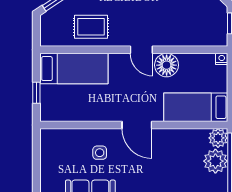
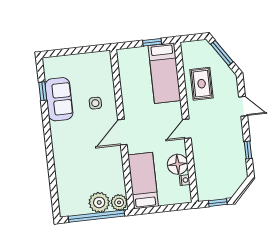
nightstand: (222, 59) -> (185, 180), moved
floor lamp: (167, 65) -> (178, 164), moved
window: (36, 93) -> (152, 42), moved

